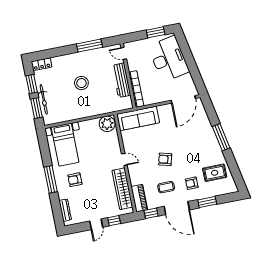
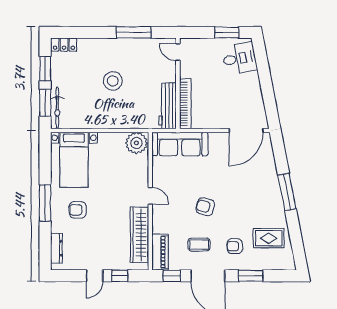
desk: (169, 59) -> (239, 58), width x0.53, depth x0.77
workbench: (121, 80) -> (168, 106), moved
bicycle: (44, 99) -> (57, 108), moved

